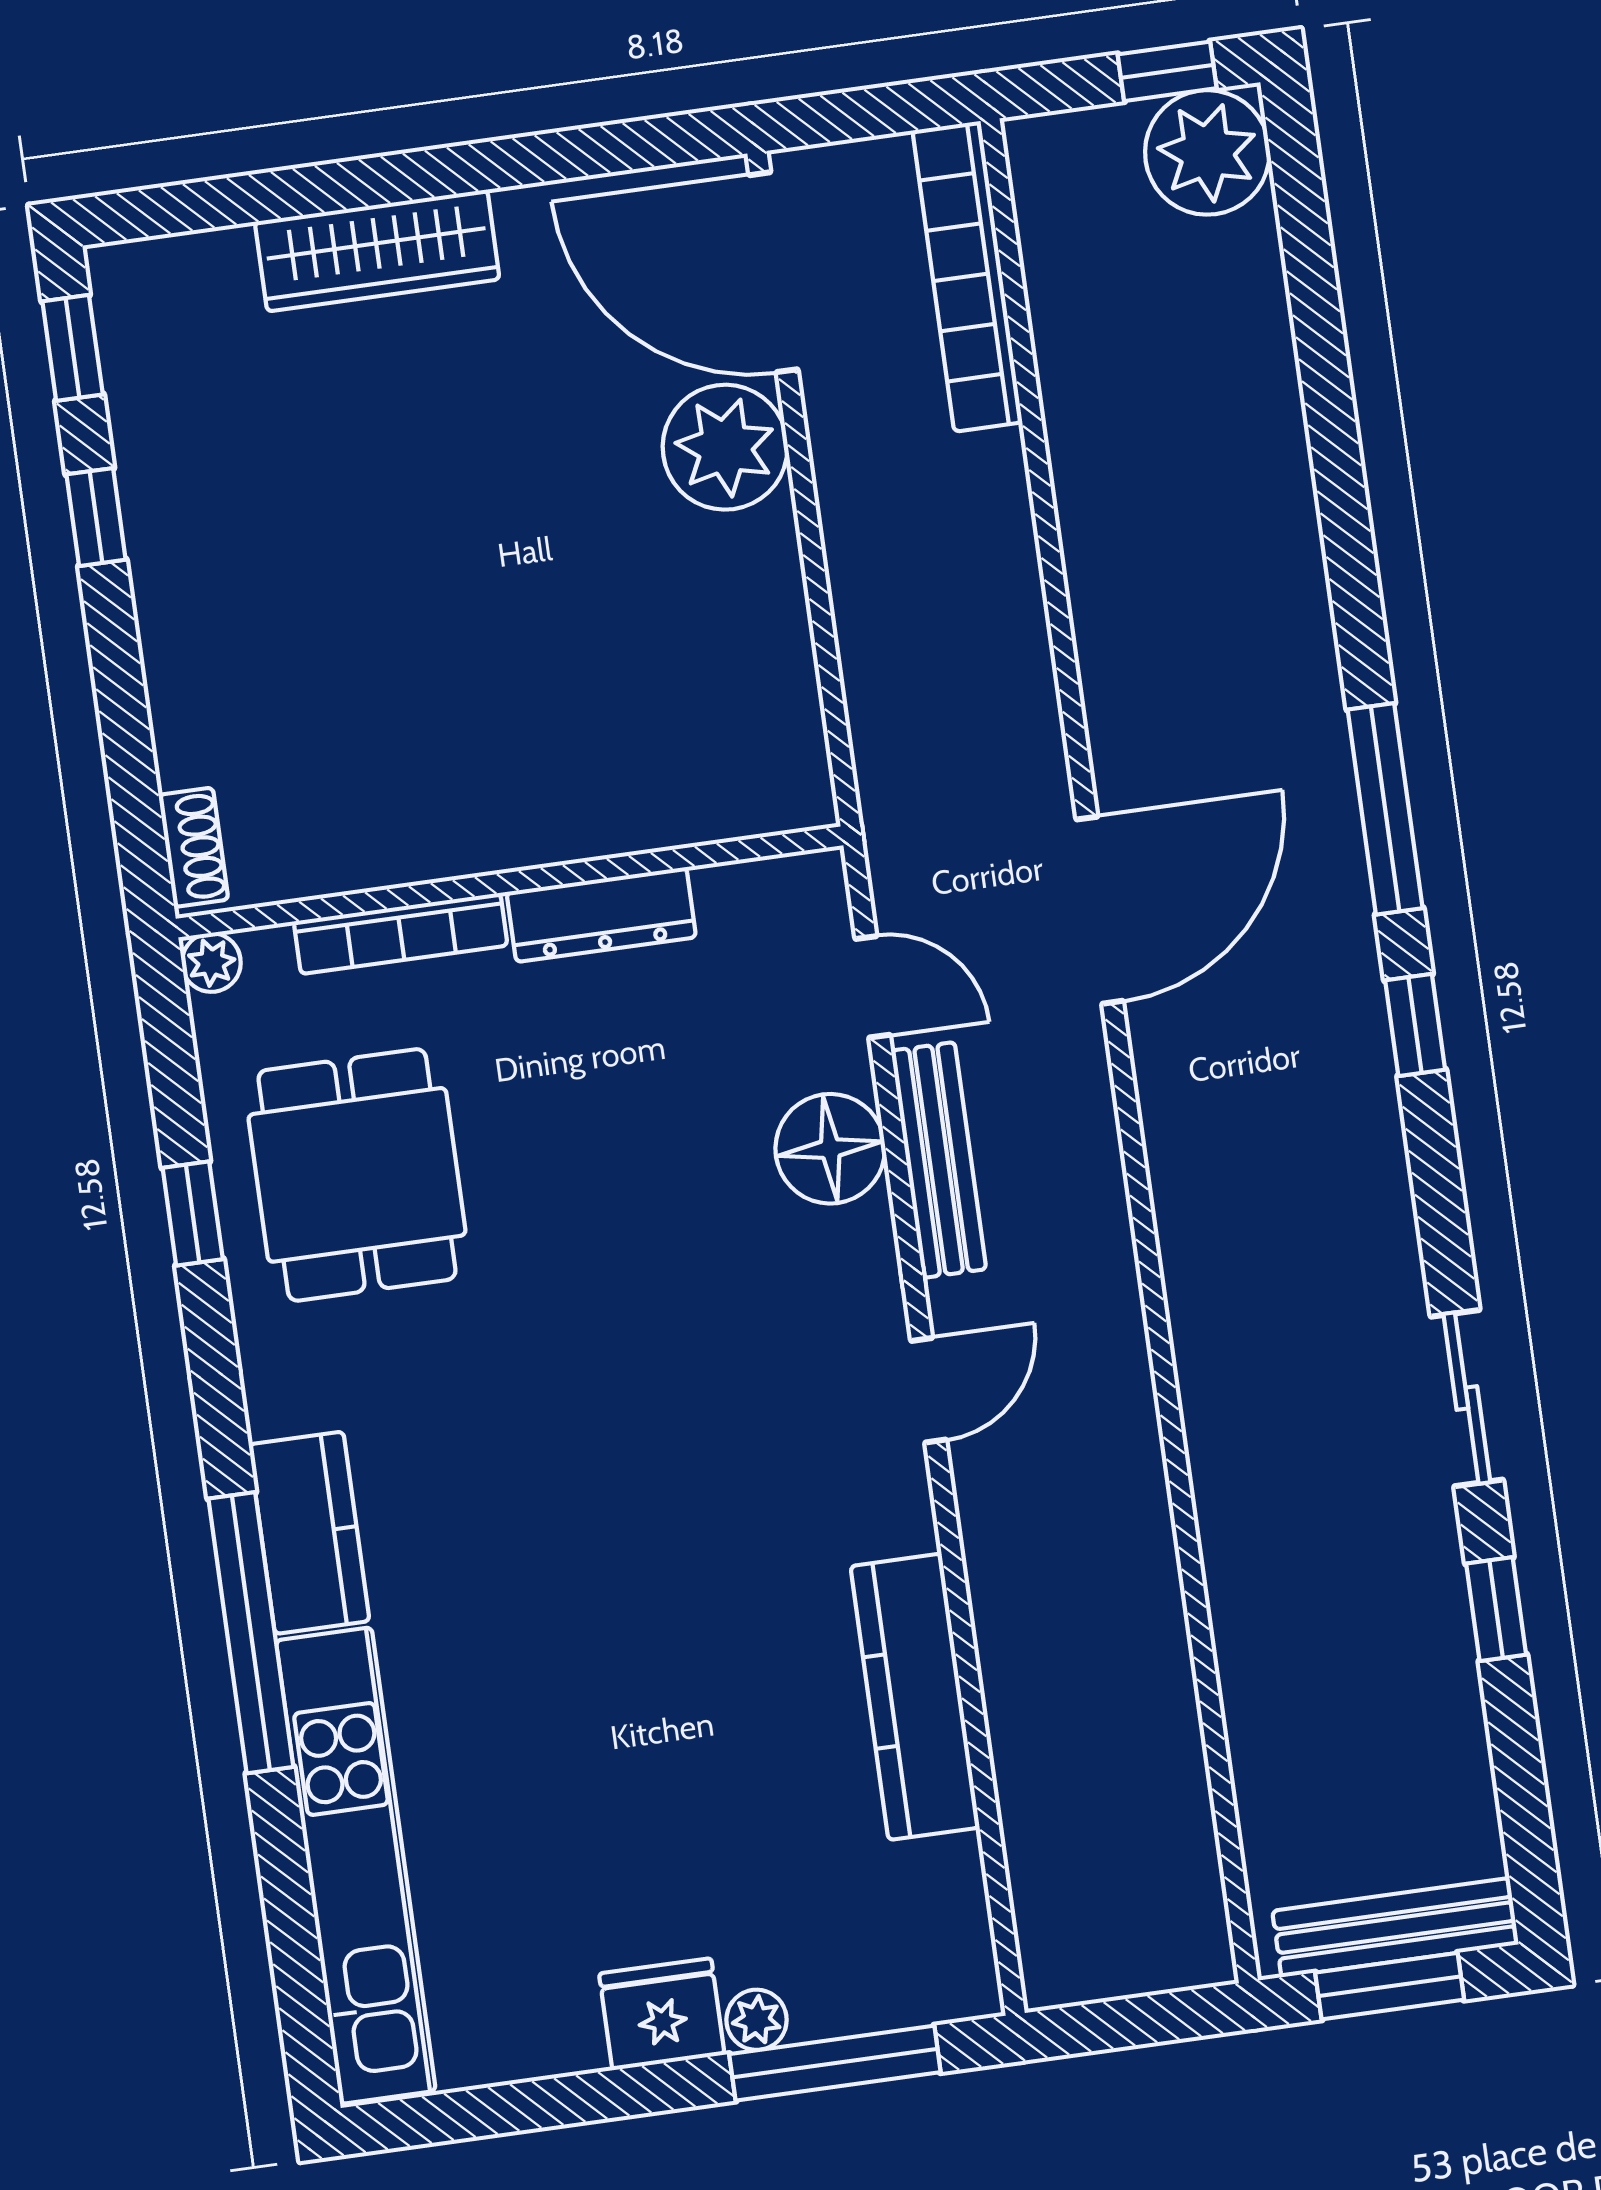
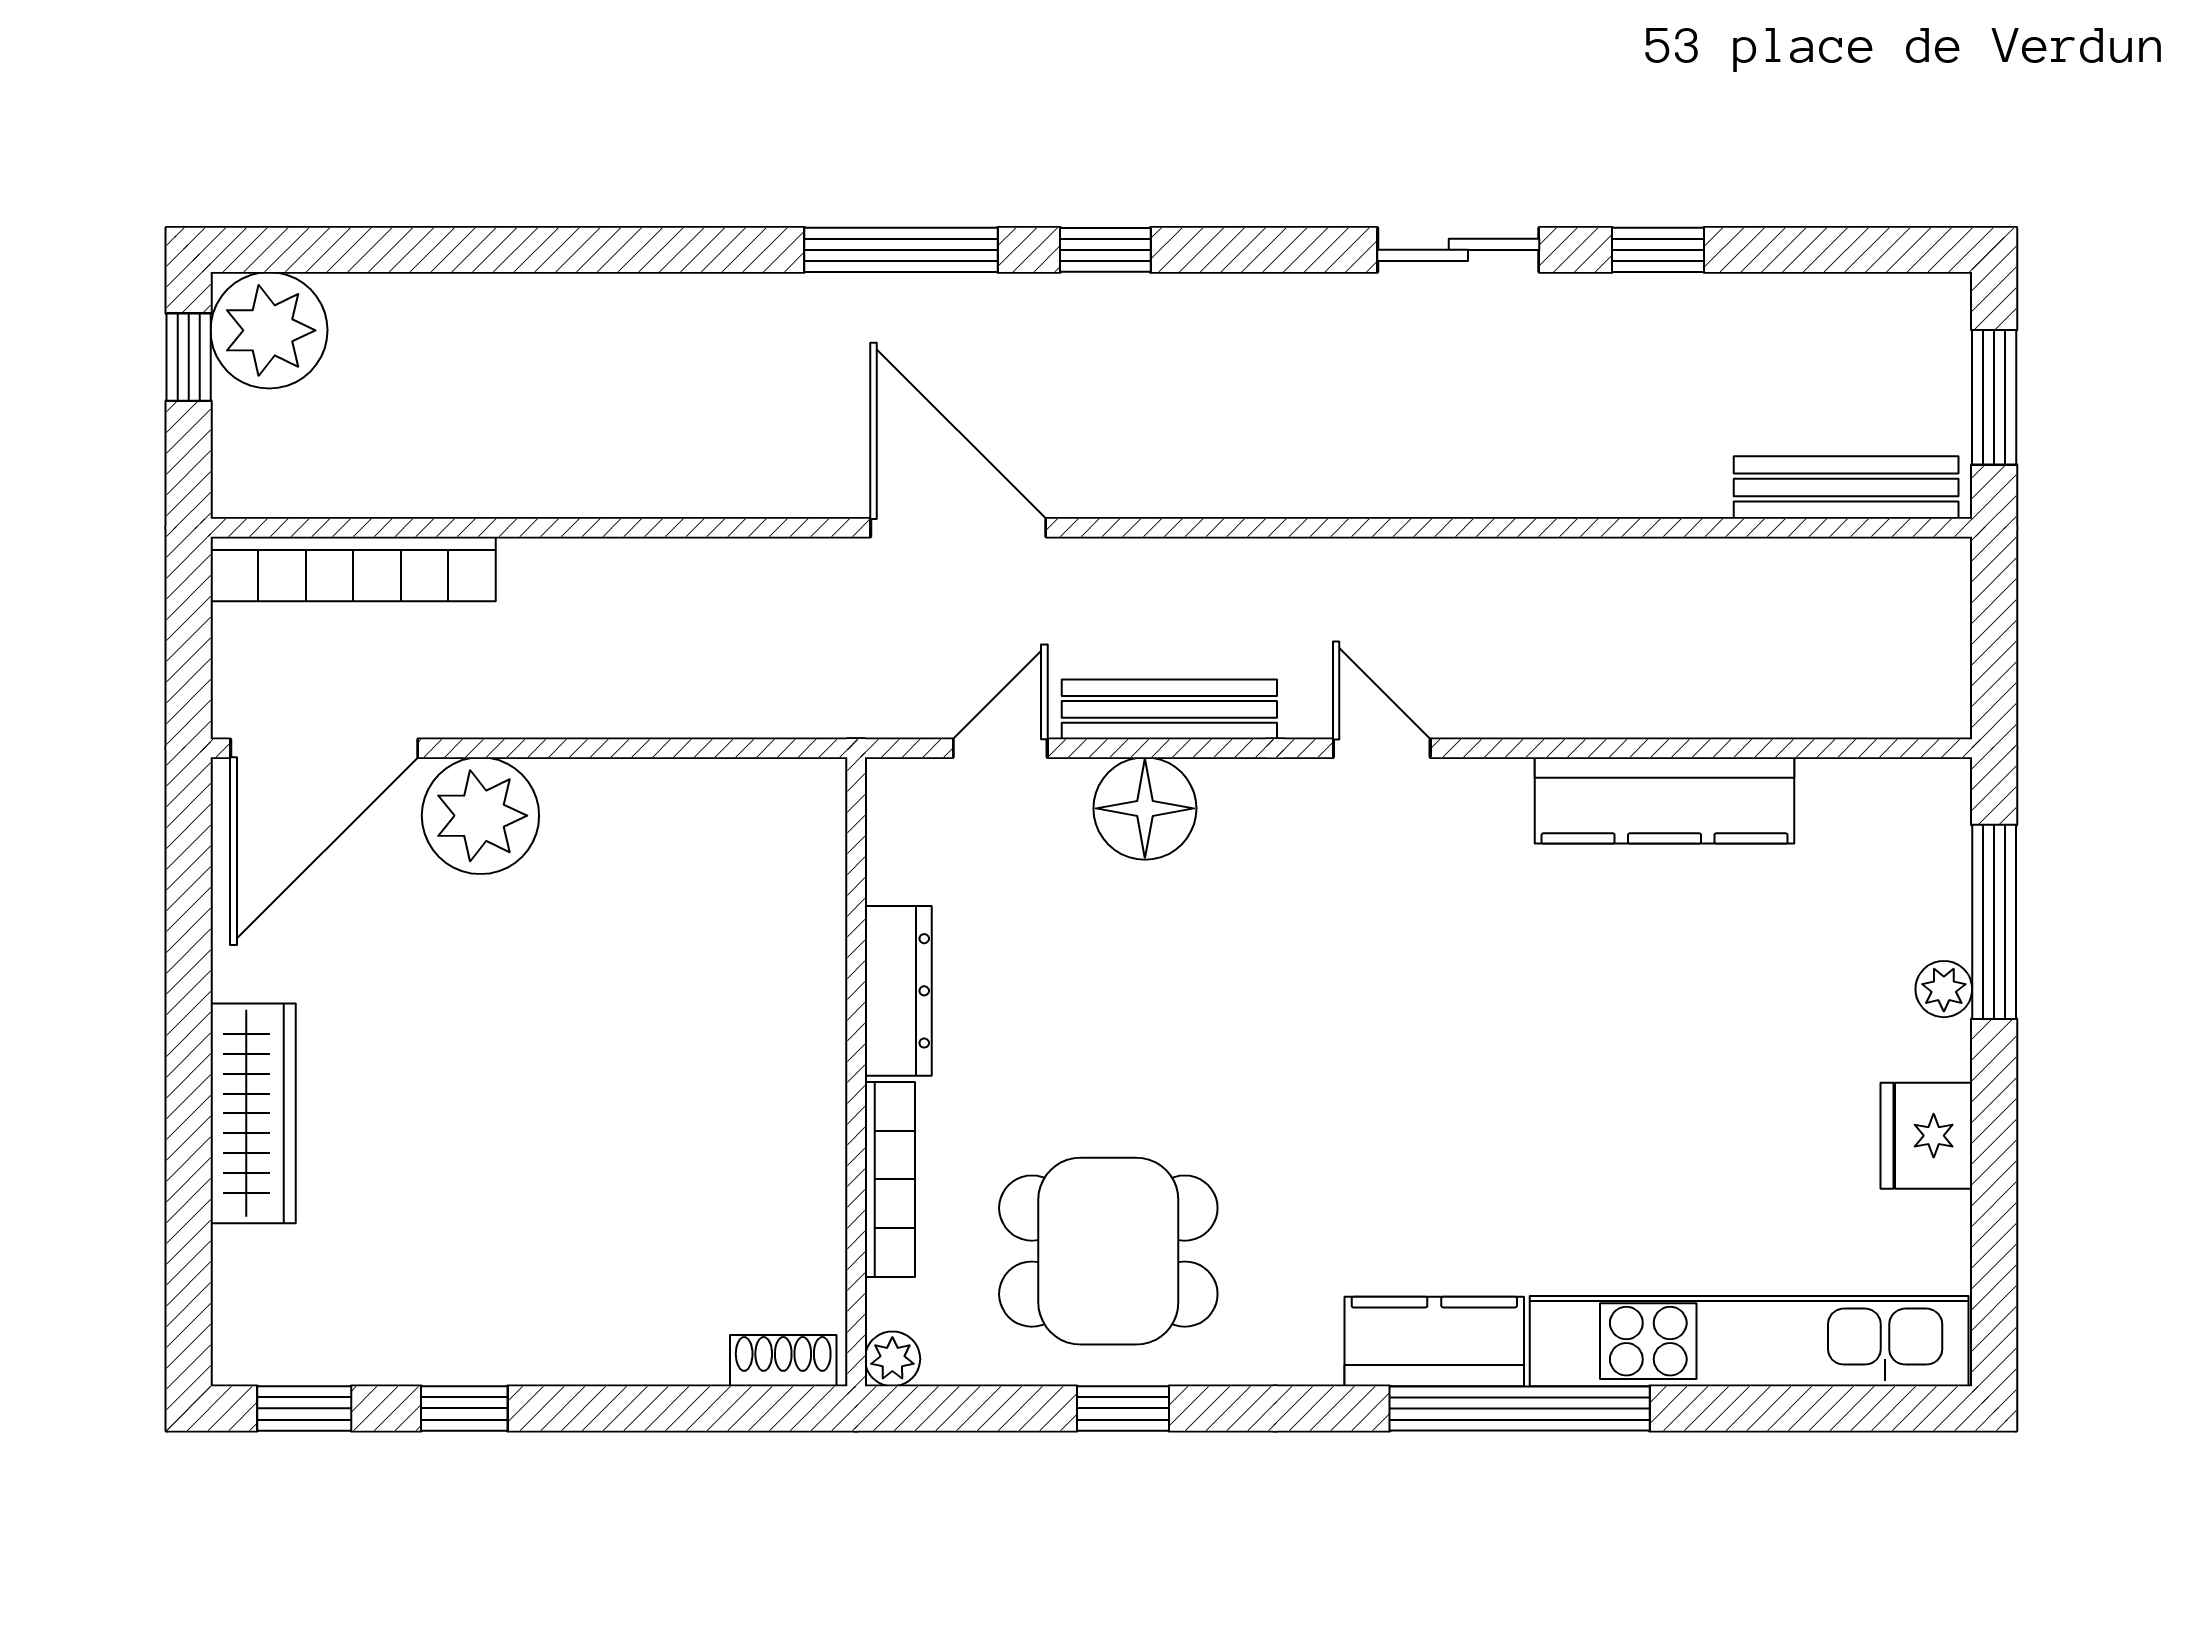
bench: (1396, 1928) -> (1846, 487), moved, turned 90
fridge: (662, 2014) -> (1926, 1136), moved

